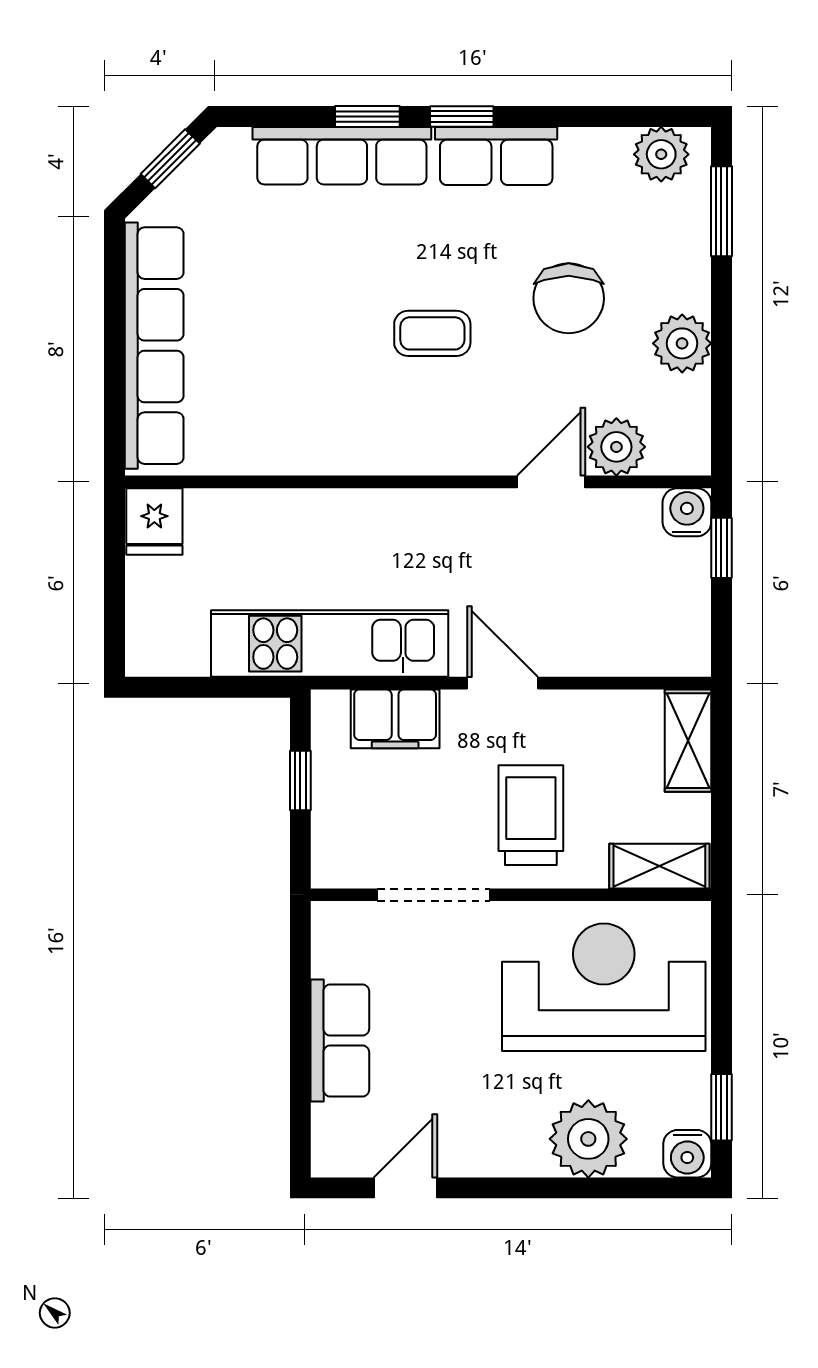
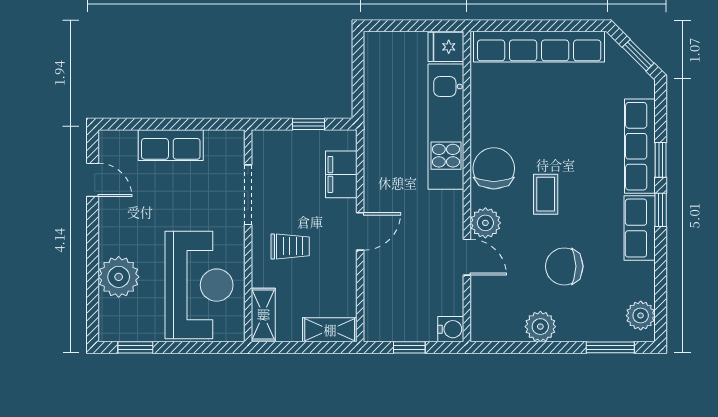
chair: (384, 431) -> (494, 168), added
plant: (616, 447) -> (485, 223), moved
window: (721, 548) -> (409, 347), moved
kitchen unit: (330, 644) -> (446, 127), moved, turned 180
trolley: (531, 815) -> (290, 246), width x0.73, depth x0.72
water cooler: (687, 1154) -> (111, 329), removed

